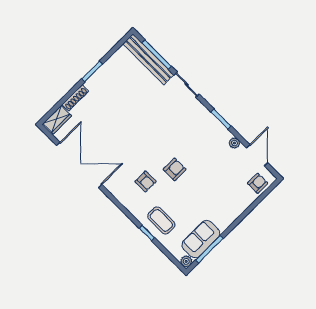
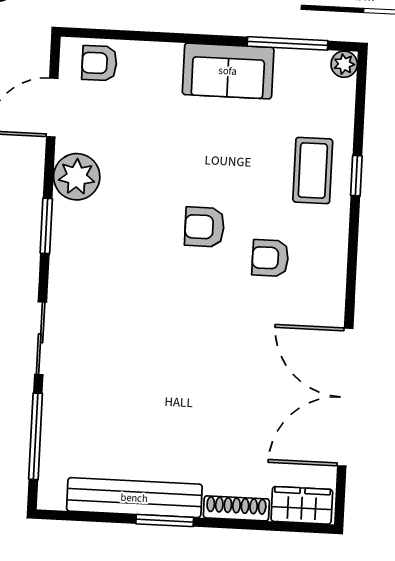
bench: (148, 59) -> (134, 498), moved, turned 90
plant: (234, 143) -> (77, 177), width x1.88, depth x1.88
armchair: (146, 181) -> (270, 258), turned -90
sofa: (201, 239) -> (228, 71), moved

